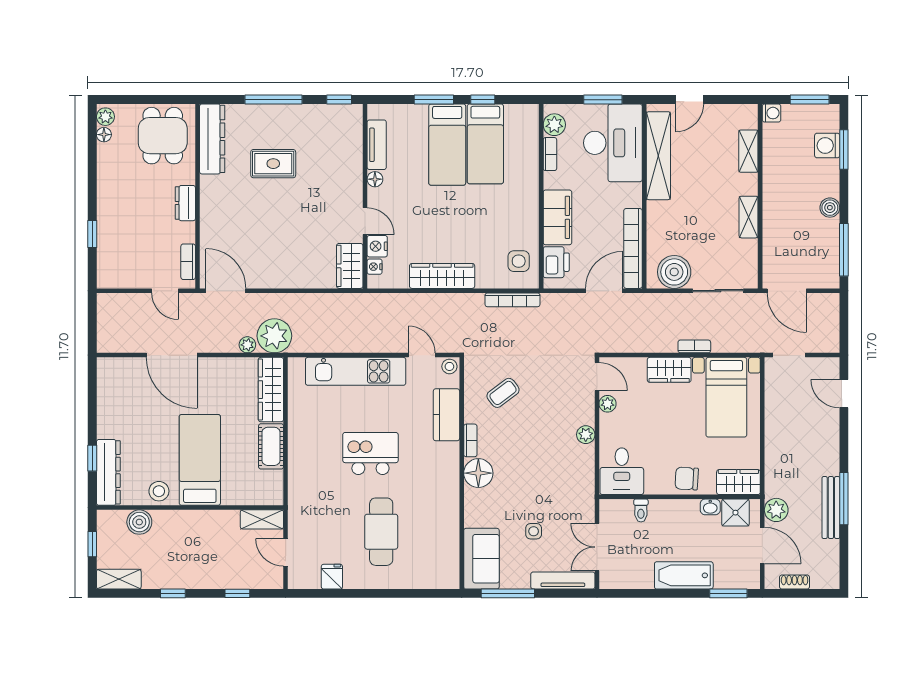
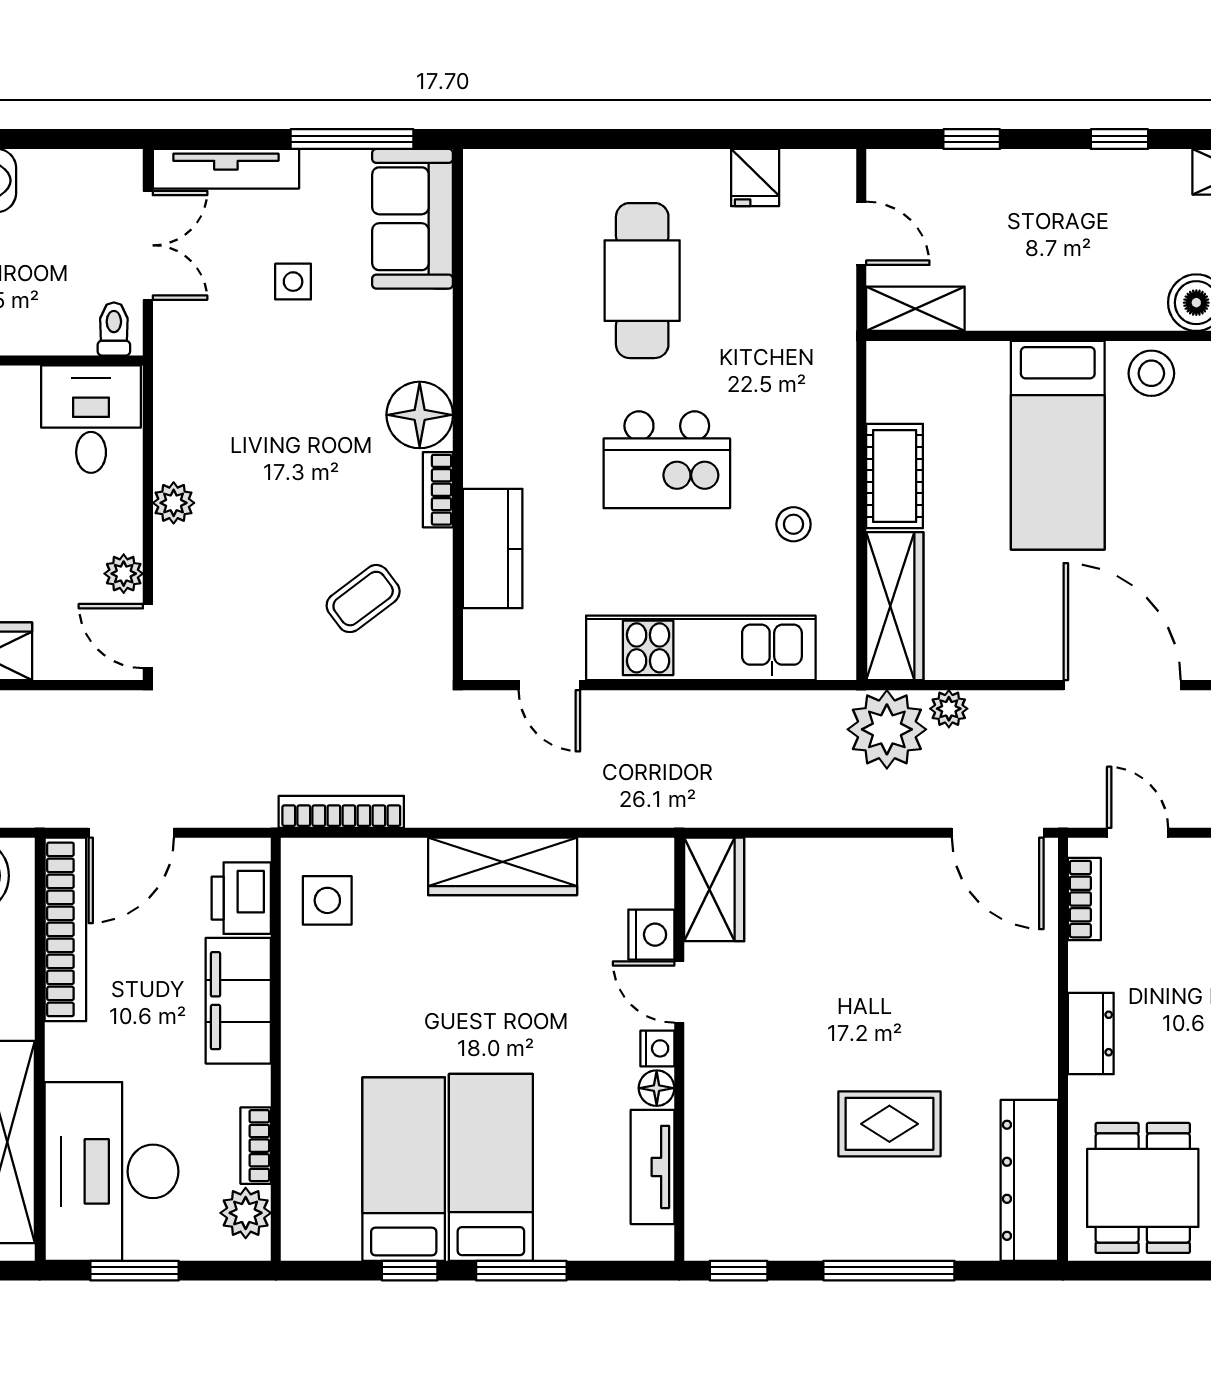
nightstand: (375, 267) -> (657, 1048), moved
stool: (449, 366) -> (794, 524), moved
toilet: (641, 511) -> (114, 329), moved

